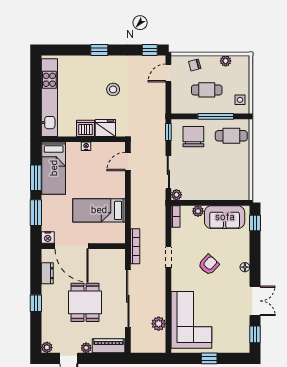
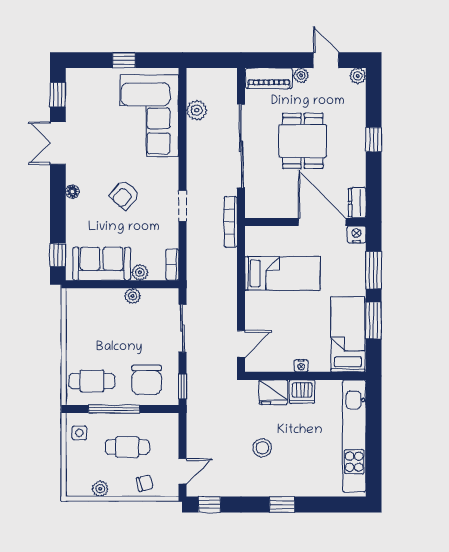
plant: (176, 195) -> (133, 296), moved
dresser: (47, 273) -> (357, 203), moved

